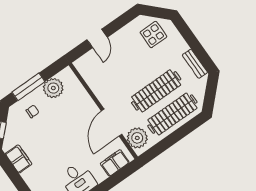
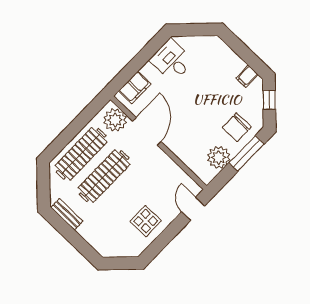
display table: (153, 35) -> (146, 221), moved
door: (97, 38) -> (193, 209), moved
chair: (33, 111) -> (237, 127), width x1.87, depth x1.87
filing cabinet: (19, 159) -> (247, 76), width x0.50

